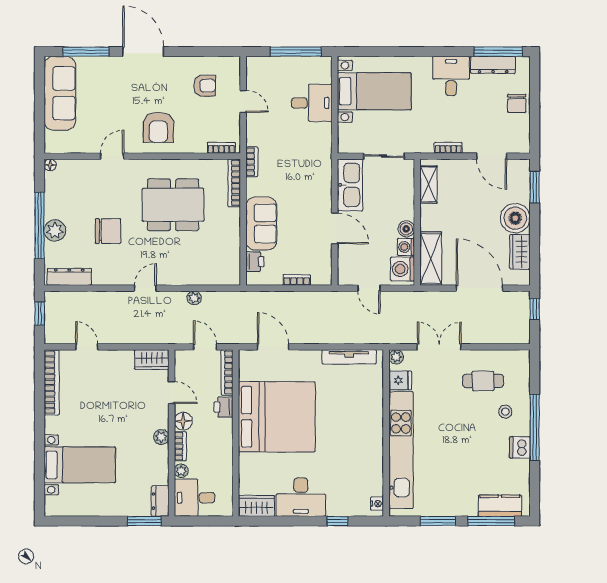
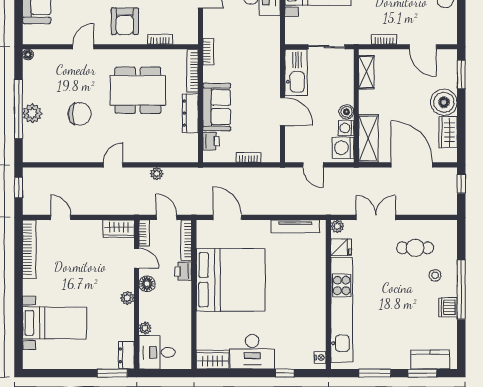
bookcase: (221, 148) -> (160, 39), moved
dresser: (69, 277) -> (190, 113), moved, turned -90
bookcase: (180, 446) -> (144, 233), moved
window: (491, 521) -> (422, 373), width x0.69

